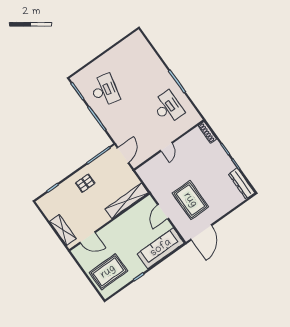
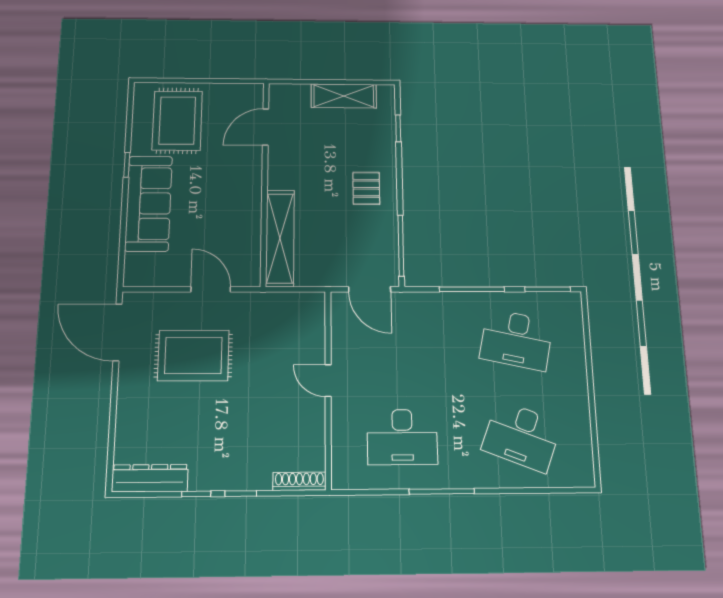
desk: (139, 66) -> (522, 436), added
shelving: (63, 230) -> (344, 96), moved
sofa: (161, 248) -> (149, 203), moved

